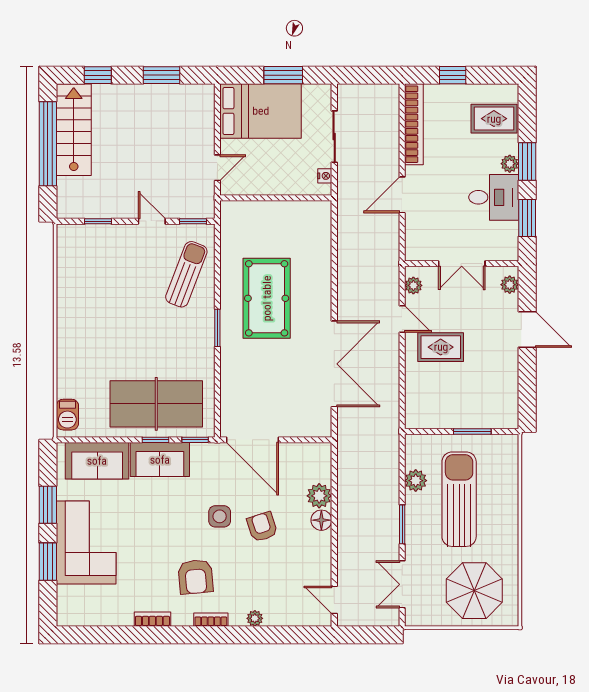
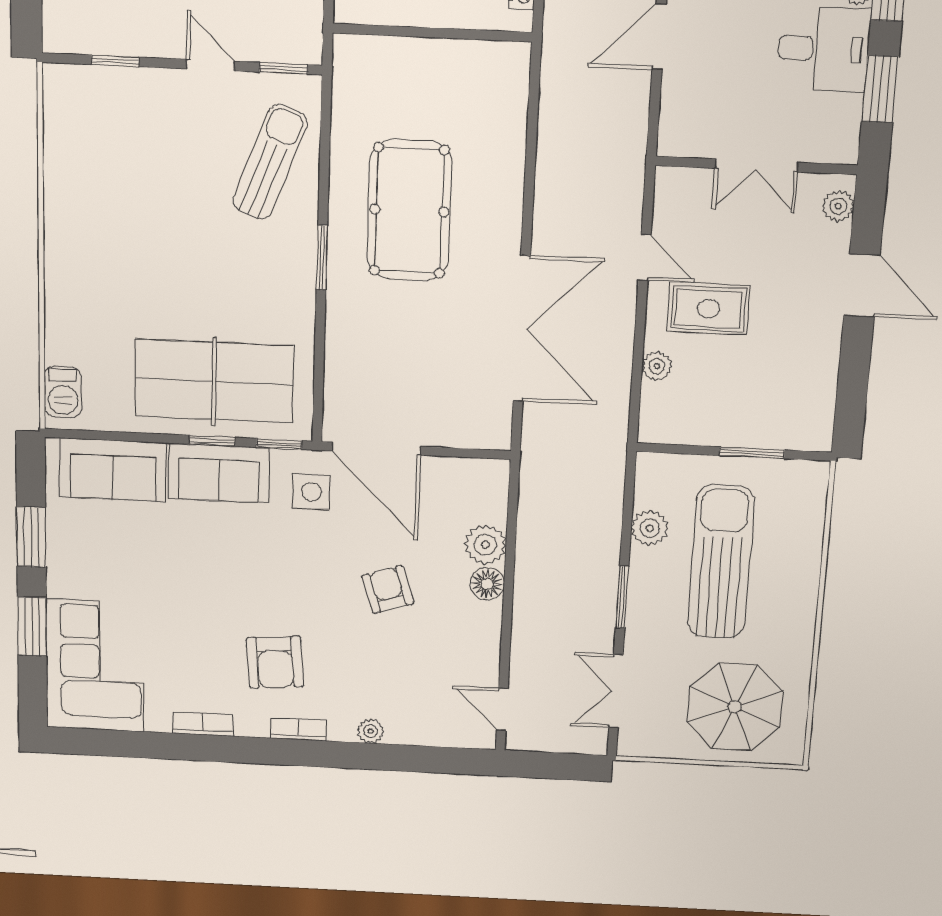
plant: (413, 285) -> (657, 366), moved
side table: (220, 516) -> (312, 492), moved
corner sofa: (86, 542) -> (95, 666), moved

